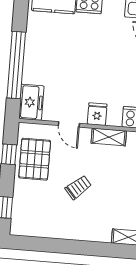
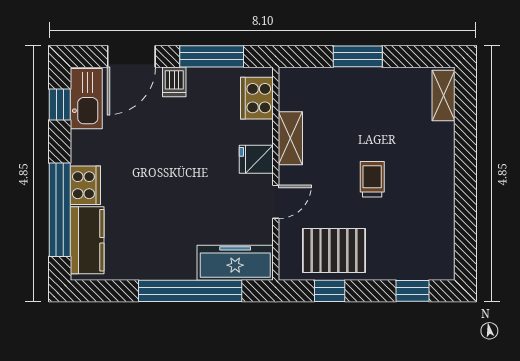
freezer: (31, 102) -> (235, 263), width x1.40
trolley: (78, 187) -> (372, 179), turned 41

